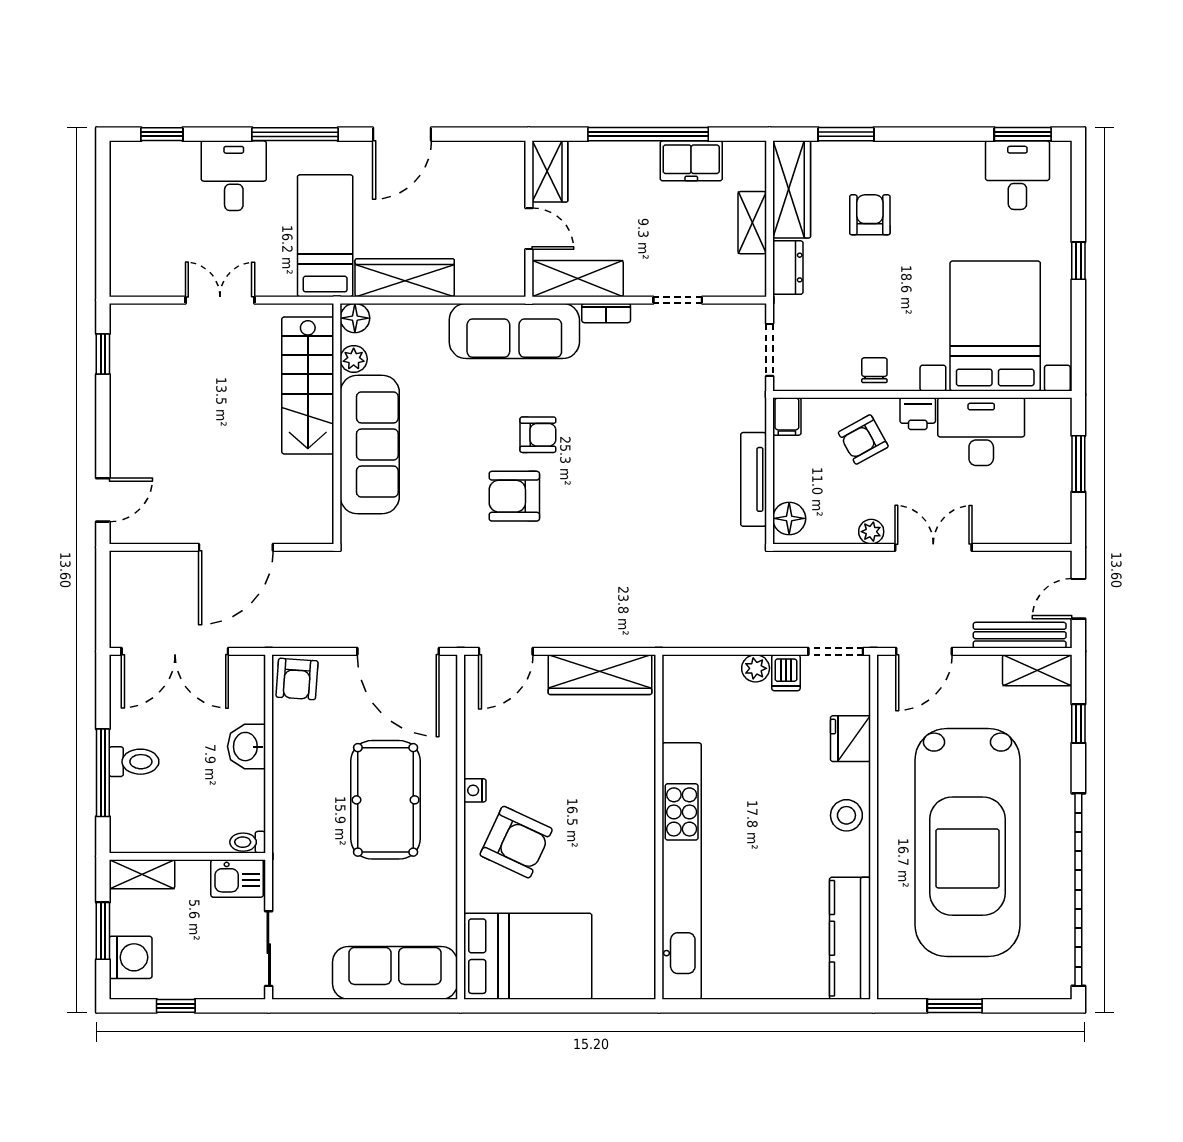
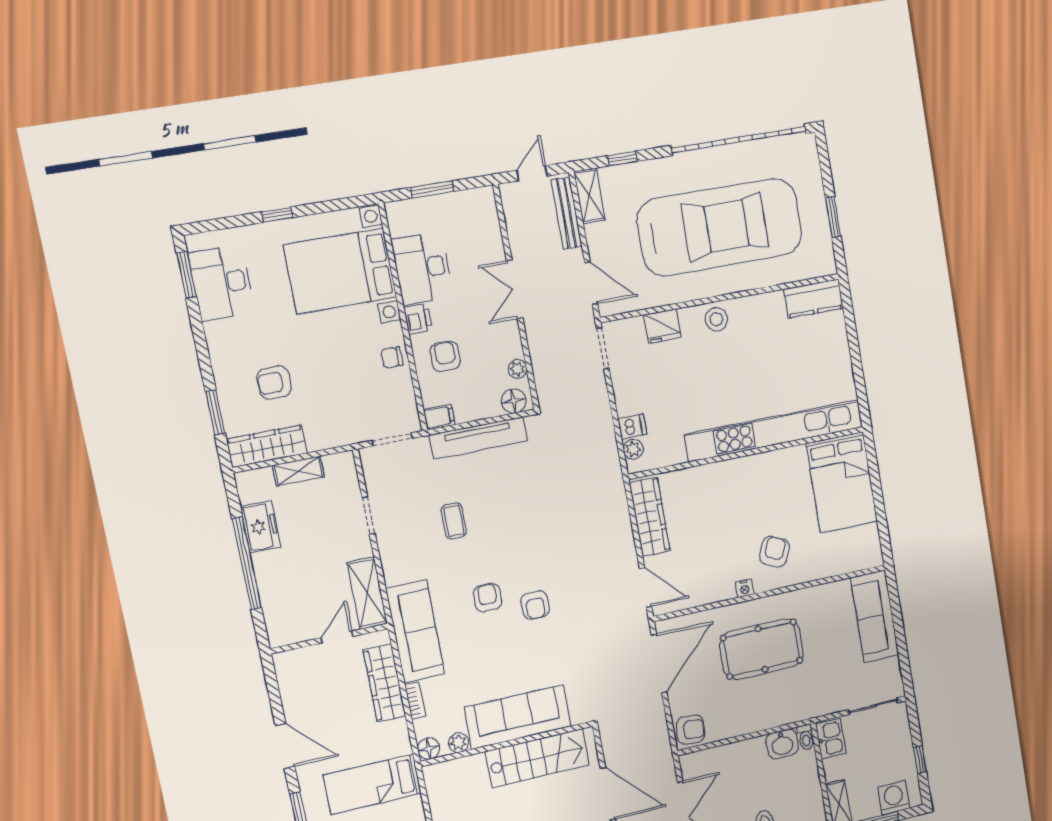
wardrobe: (550, 171) -> (291, 631), removed
desk: (1017, 175) -> (222, 283), width x1.37
dresser: (788, 268) -> (327, 438), removed
wardrobe: (405, 278) -> (385, 683), moved
bookcase: (606, 313) -> (415, 701), moved
stairs: (308, 385) -> (538, 758), moved
coffee table: (648, 409) -> (454, 521), added
armchair: (863, 440) -> (445, 356), turned -151
tv unit: (754, 479) -> (478, 438), width x1.36, depth x1.29
armchair: (514, 496) -> (535, 605), width x0.72, depth x0.72
plant: (871, 532) -> (518, 369), moved
door: (1078, 599) -> (532, 173), swing flipped
plant: (756, 668) -> (633, 449), moved
dishwasher: (786, 673) -> (632, 427), moved
washbasin: (246, 747) -> (782, 744), moved
armchair: (516, 842) -> (774, 552), width x0.72, depth x0.72
kitchen counter: (850, 938) -> (814, 299), width x0.67
bed: (528, 956) -> (842, 482), moved, turned 180

